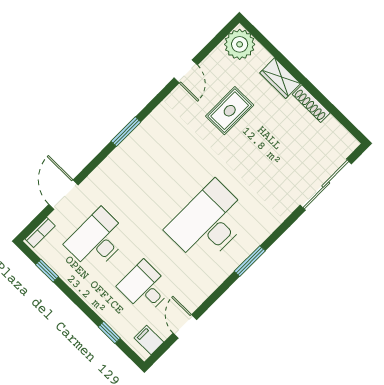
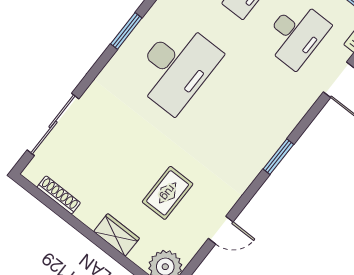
door: (186, 71) -> (221, 230), swing flipped
shoe rack: (311, 104) -> (59, 195), moved

